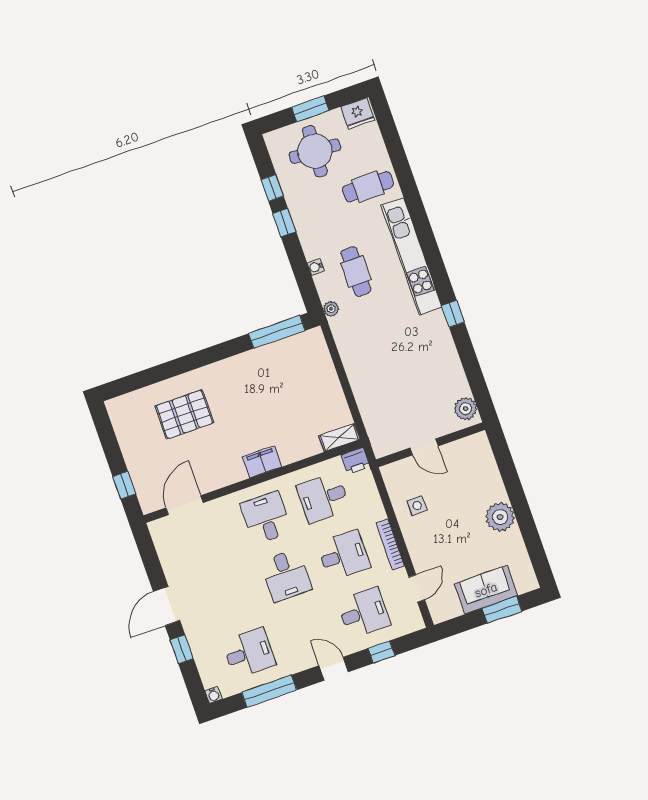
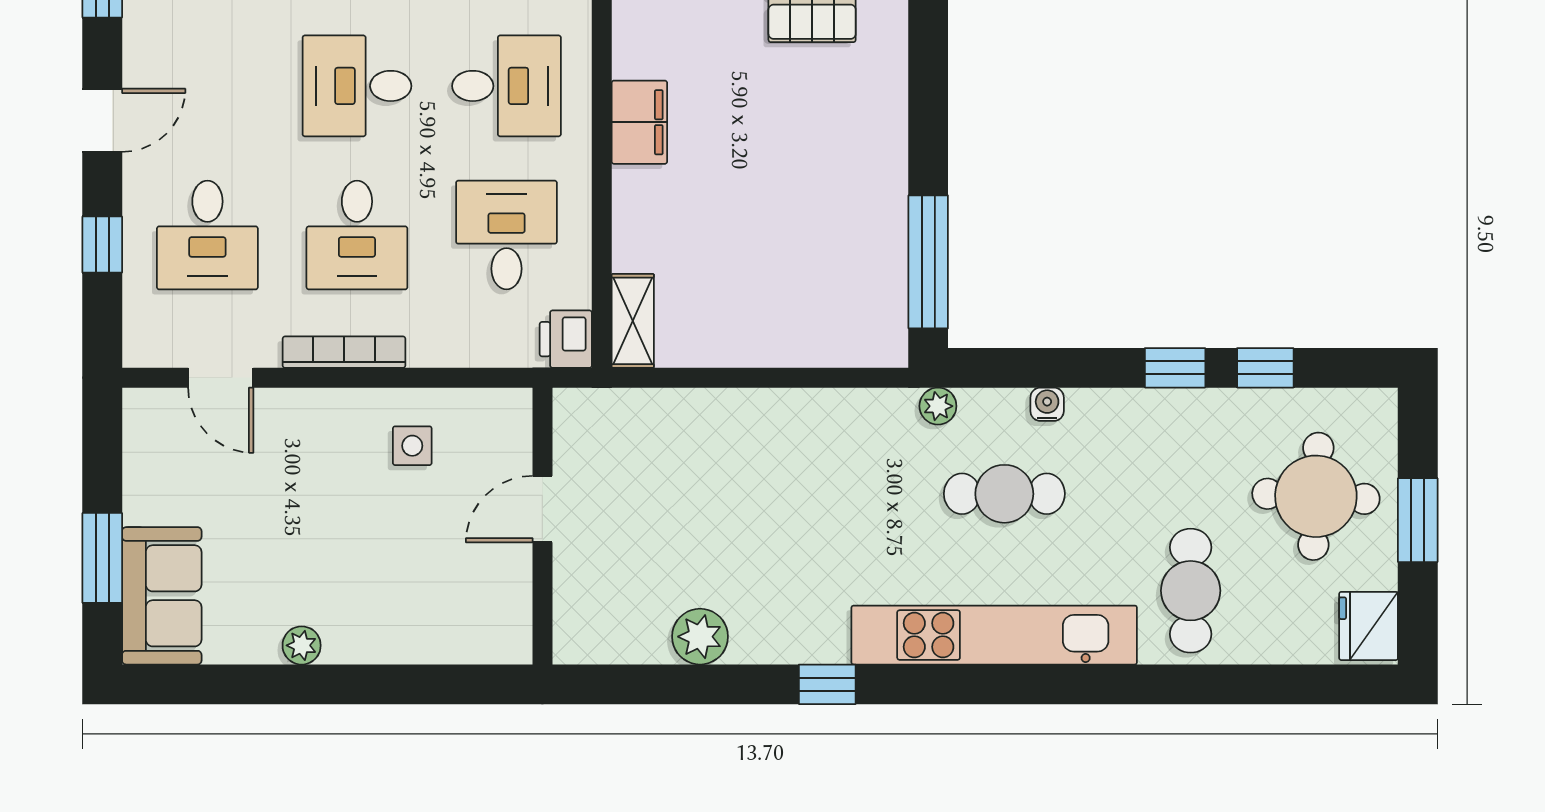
plant: (466, 409) -> (700, 637), moved
plant: (500, 517) -> (302, 645), width x0.53, depth x0.53
sofa: (486, 590) -> (162, 596), moved

